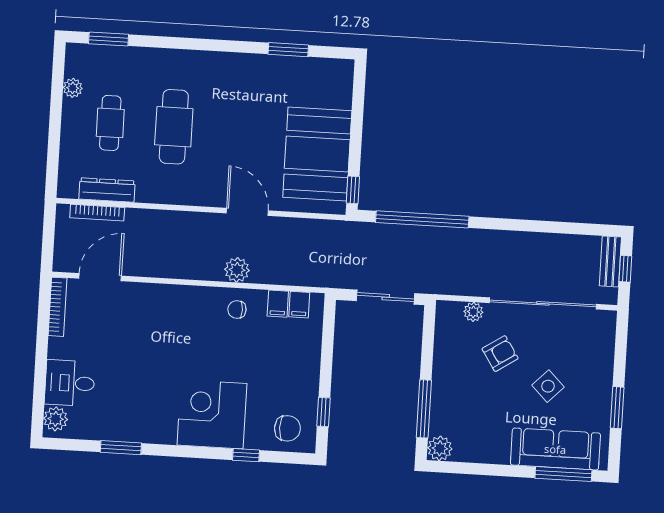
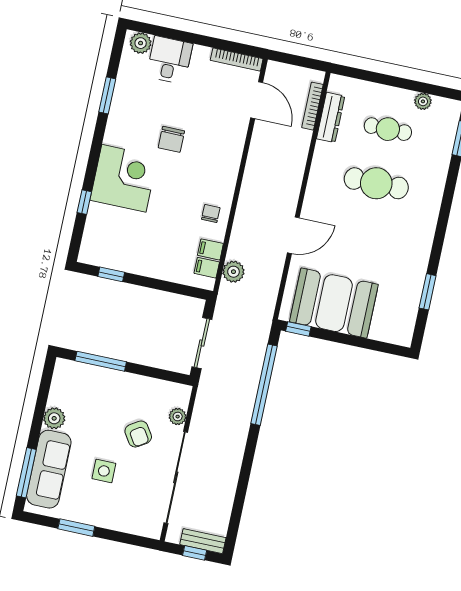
plant: (237, 270) -> (233, 272), moved
side table: (548, 386) -> (104, 471), turned 45
chair: (287, 428) -> (171, 139), moved
plant: (440, 448) -> (54, 418), moved

